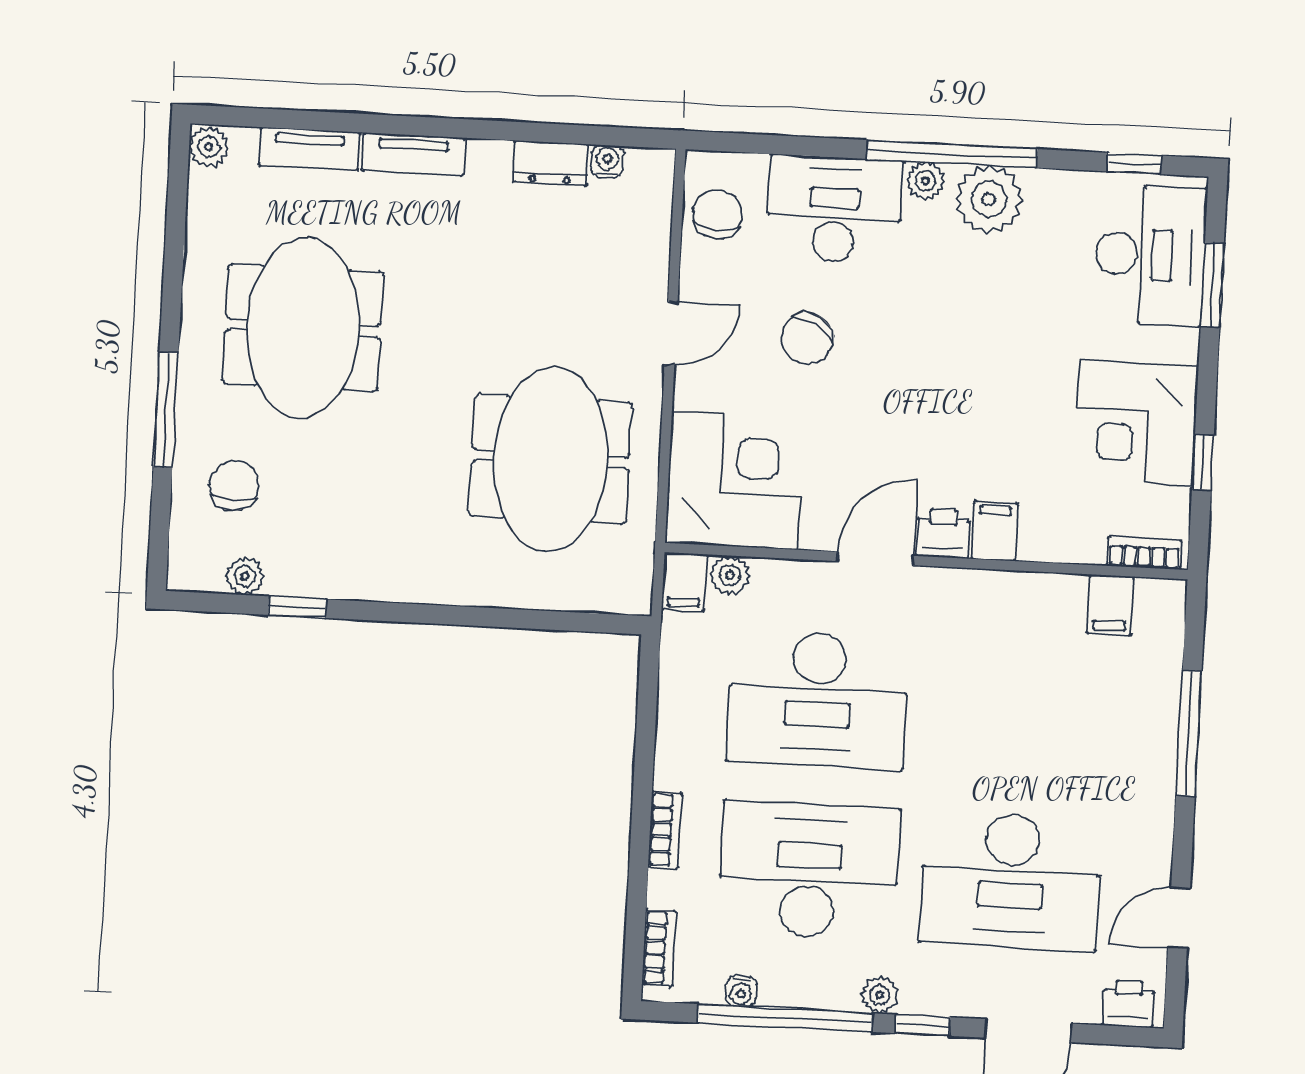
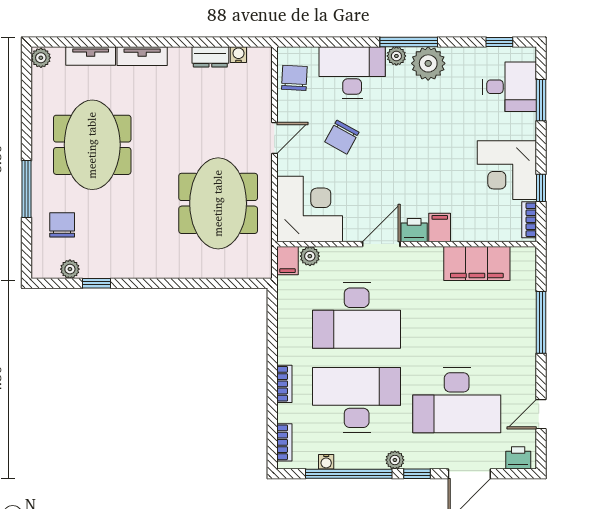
window: (952, 154) -> (409, 42), width x0.68
desk: (1150, 255) -> (509, 87), width x0.73
bookcase: (1144, 553) -> (529, 220), moved, turned -90
filing cabinet: (1110, 605) -> (477, 264), width x3.00, depth x1.17

